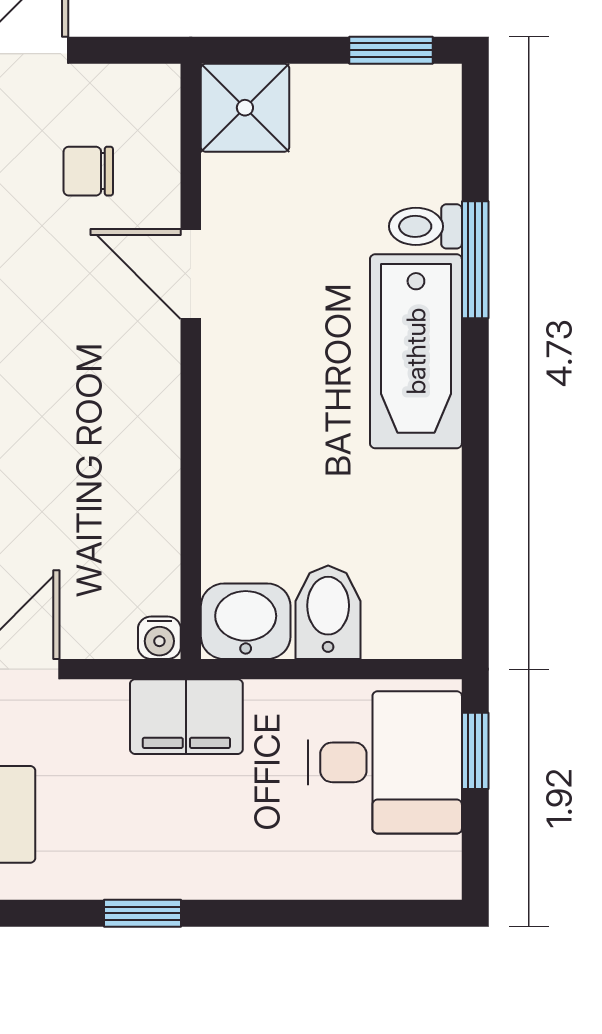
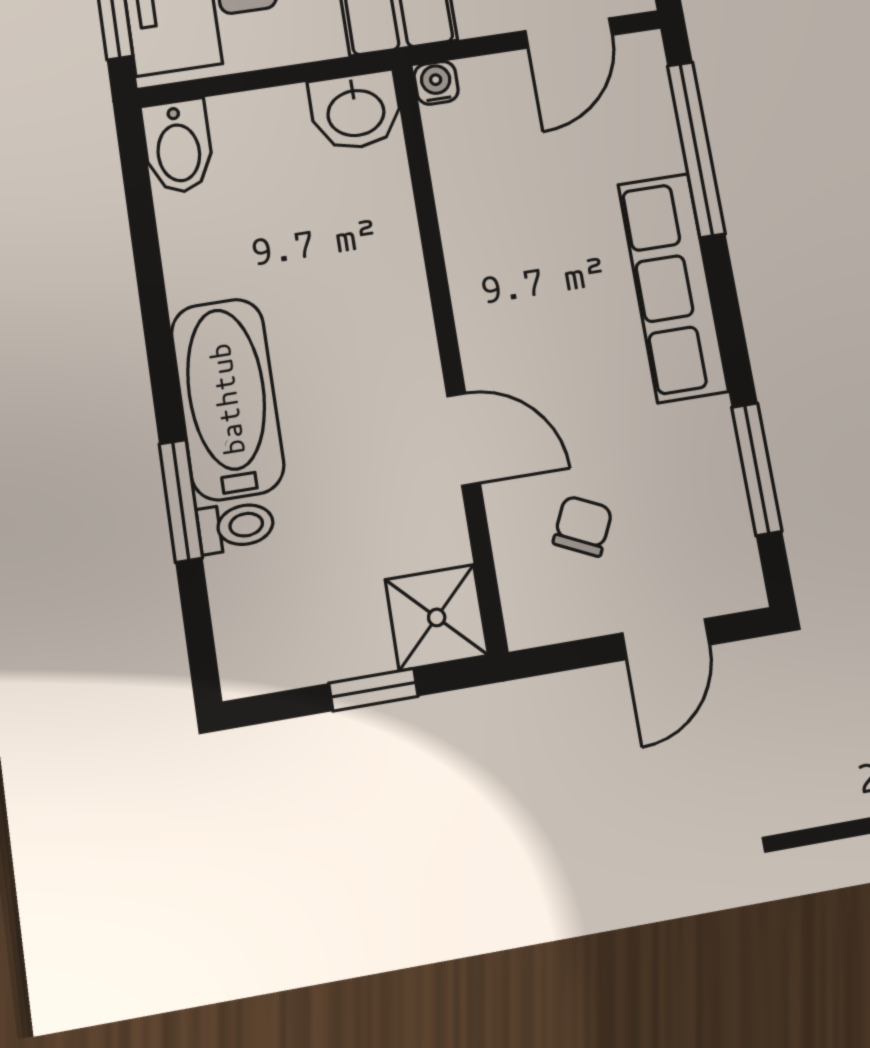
window: (391, 50) -> (373, 690), moved
chair: (88, 171) -> (583, 526), turned -65
bidet: (328, 612) -> (178, 147), moved

